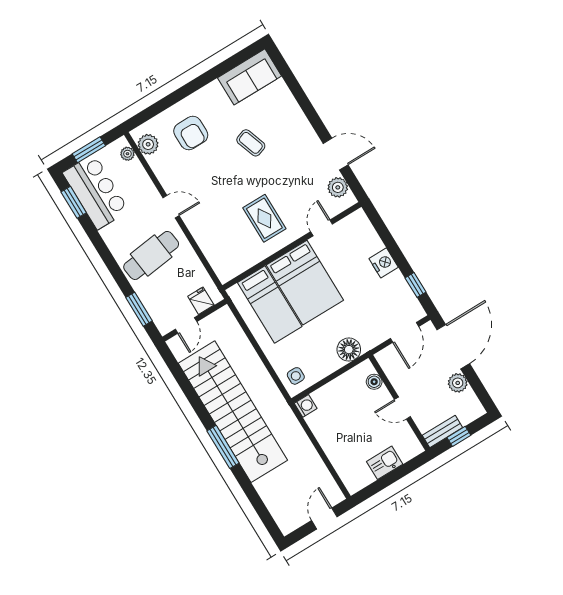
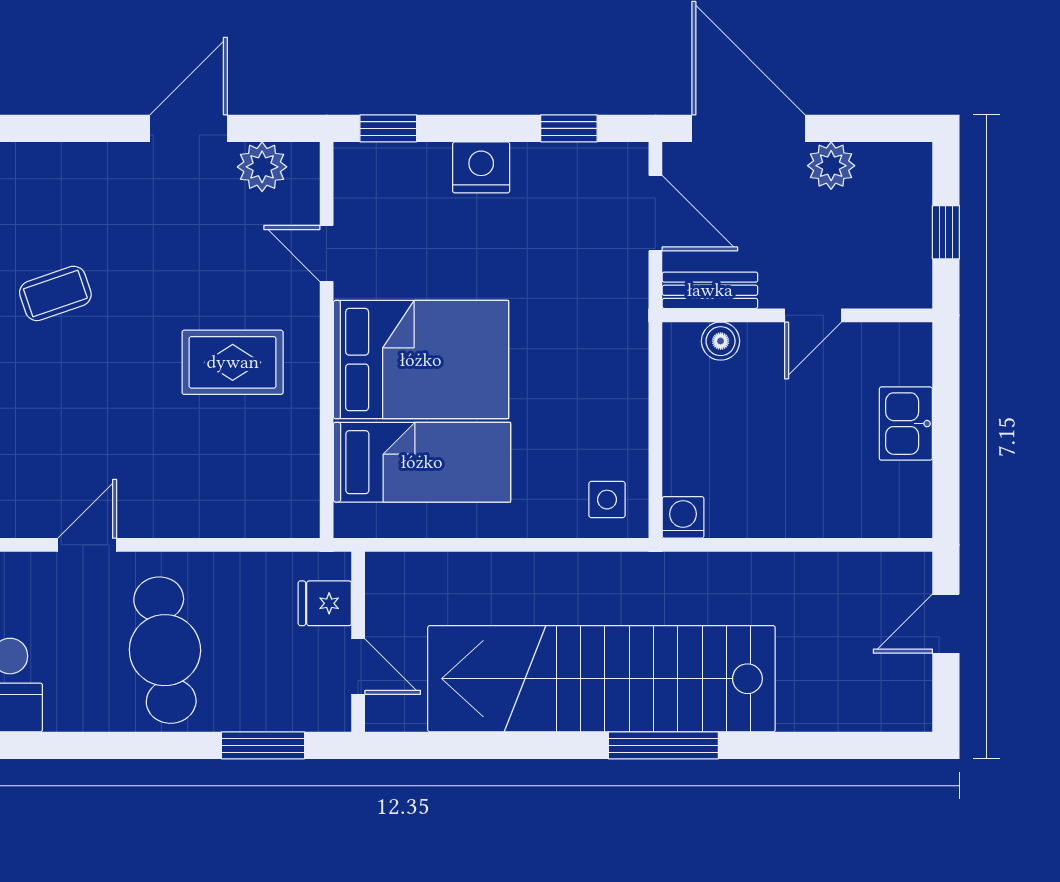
window: (378, 223) -> (388, 128), added
floor lamp: (349, 350) -> (620, 353), removed
bench: (442, 431) -> (710, 290), moved, turned 90
door: (324, 519) -> (946, 624), hinge flipped

